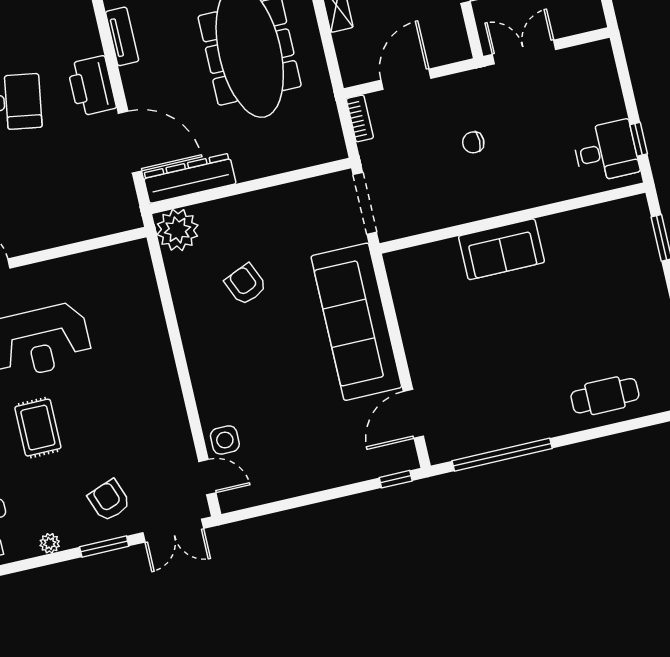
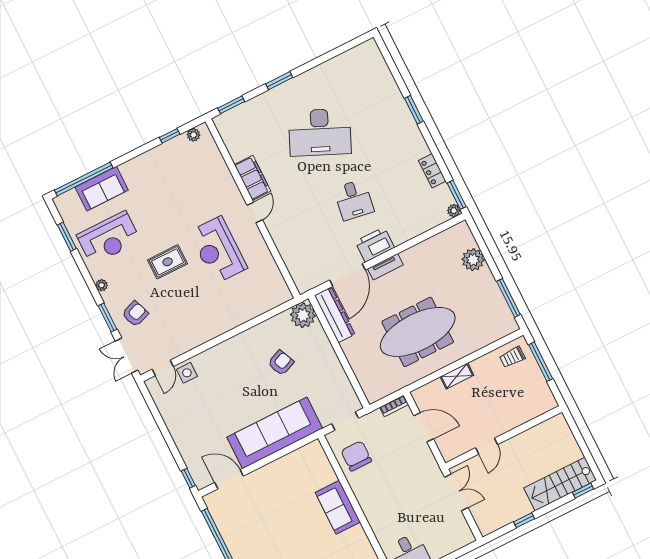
tv unit: (122, 36) -> (385, 267), moved
chair: (473, 142) -> (356, 456), moved, width x1.87, depth x1.87
doorway: (365, 203) -> (345, 421), width x0.73

